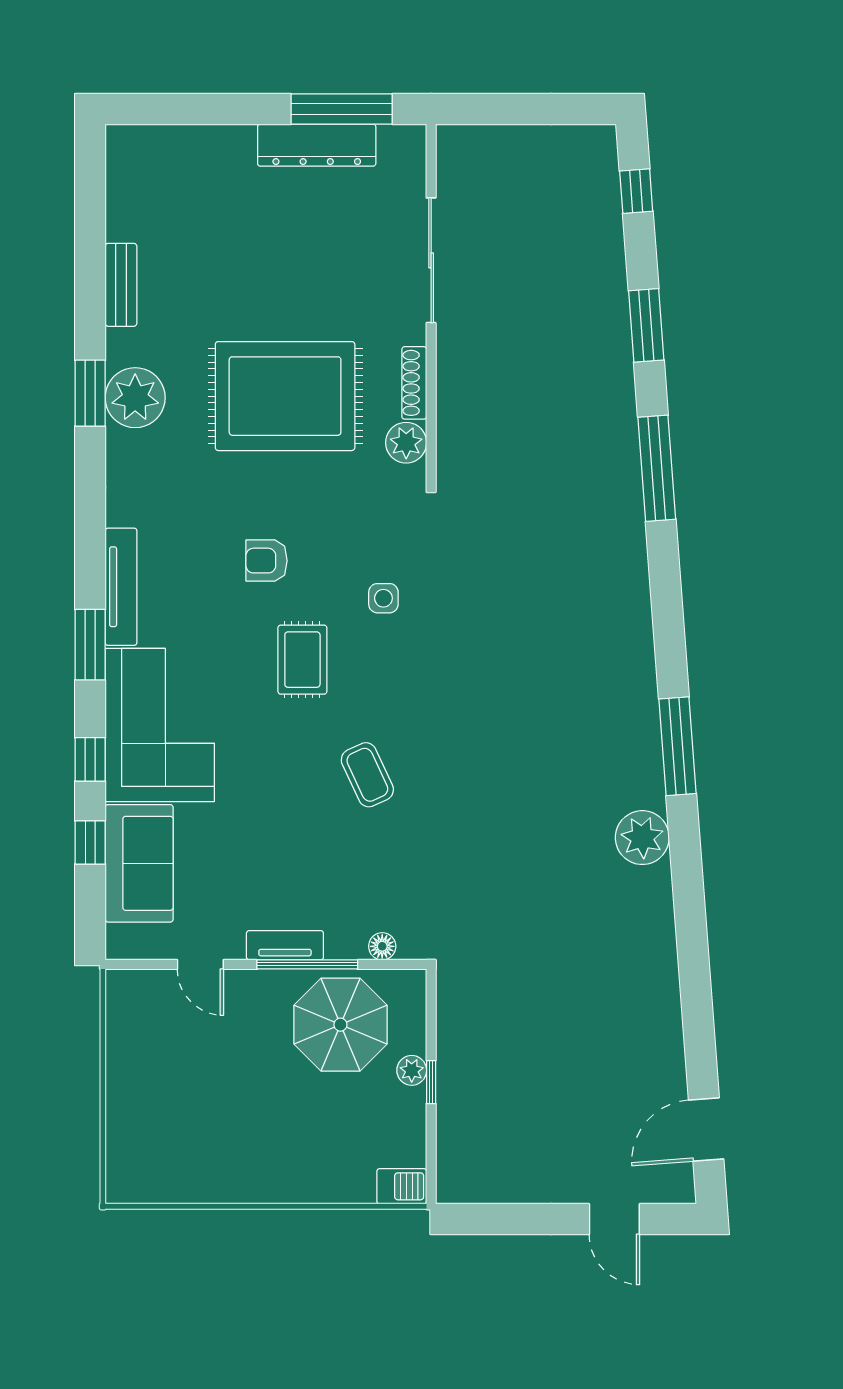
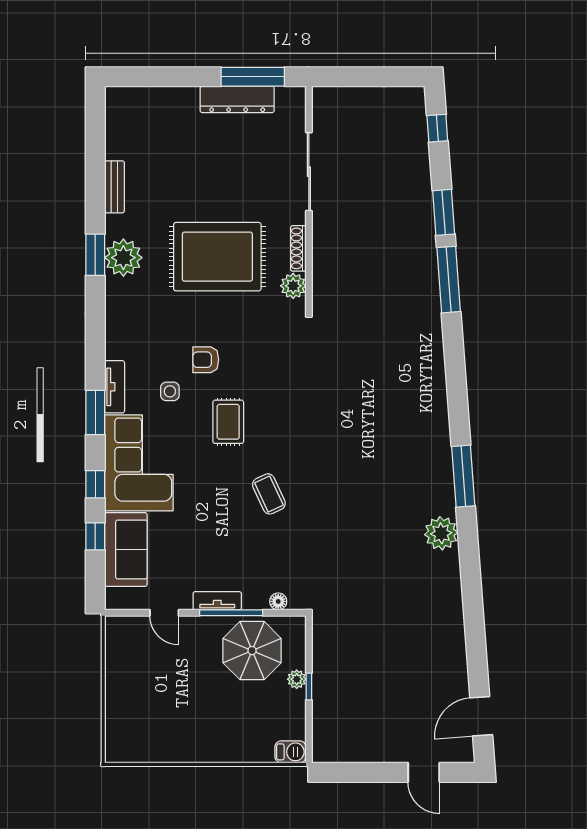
window: (657, 468) -> (449, 280), moved
tv unit: (121, 587) -> (115, 387), width x0.71
side table: (383, 598) -> (170, 391), moved

